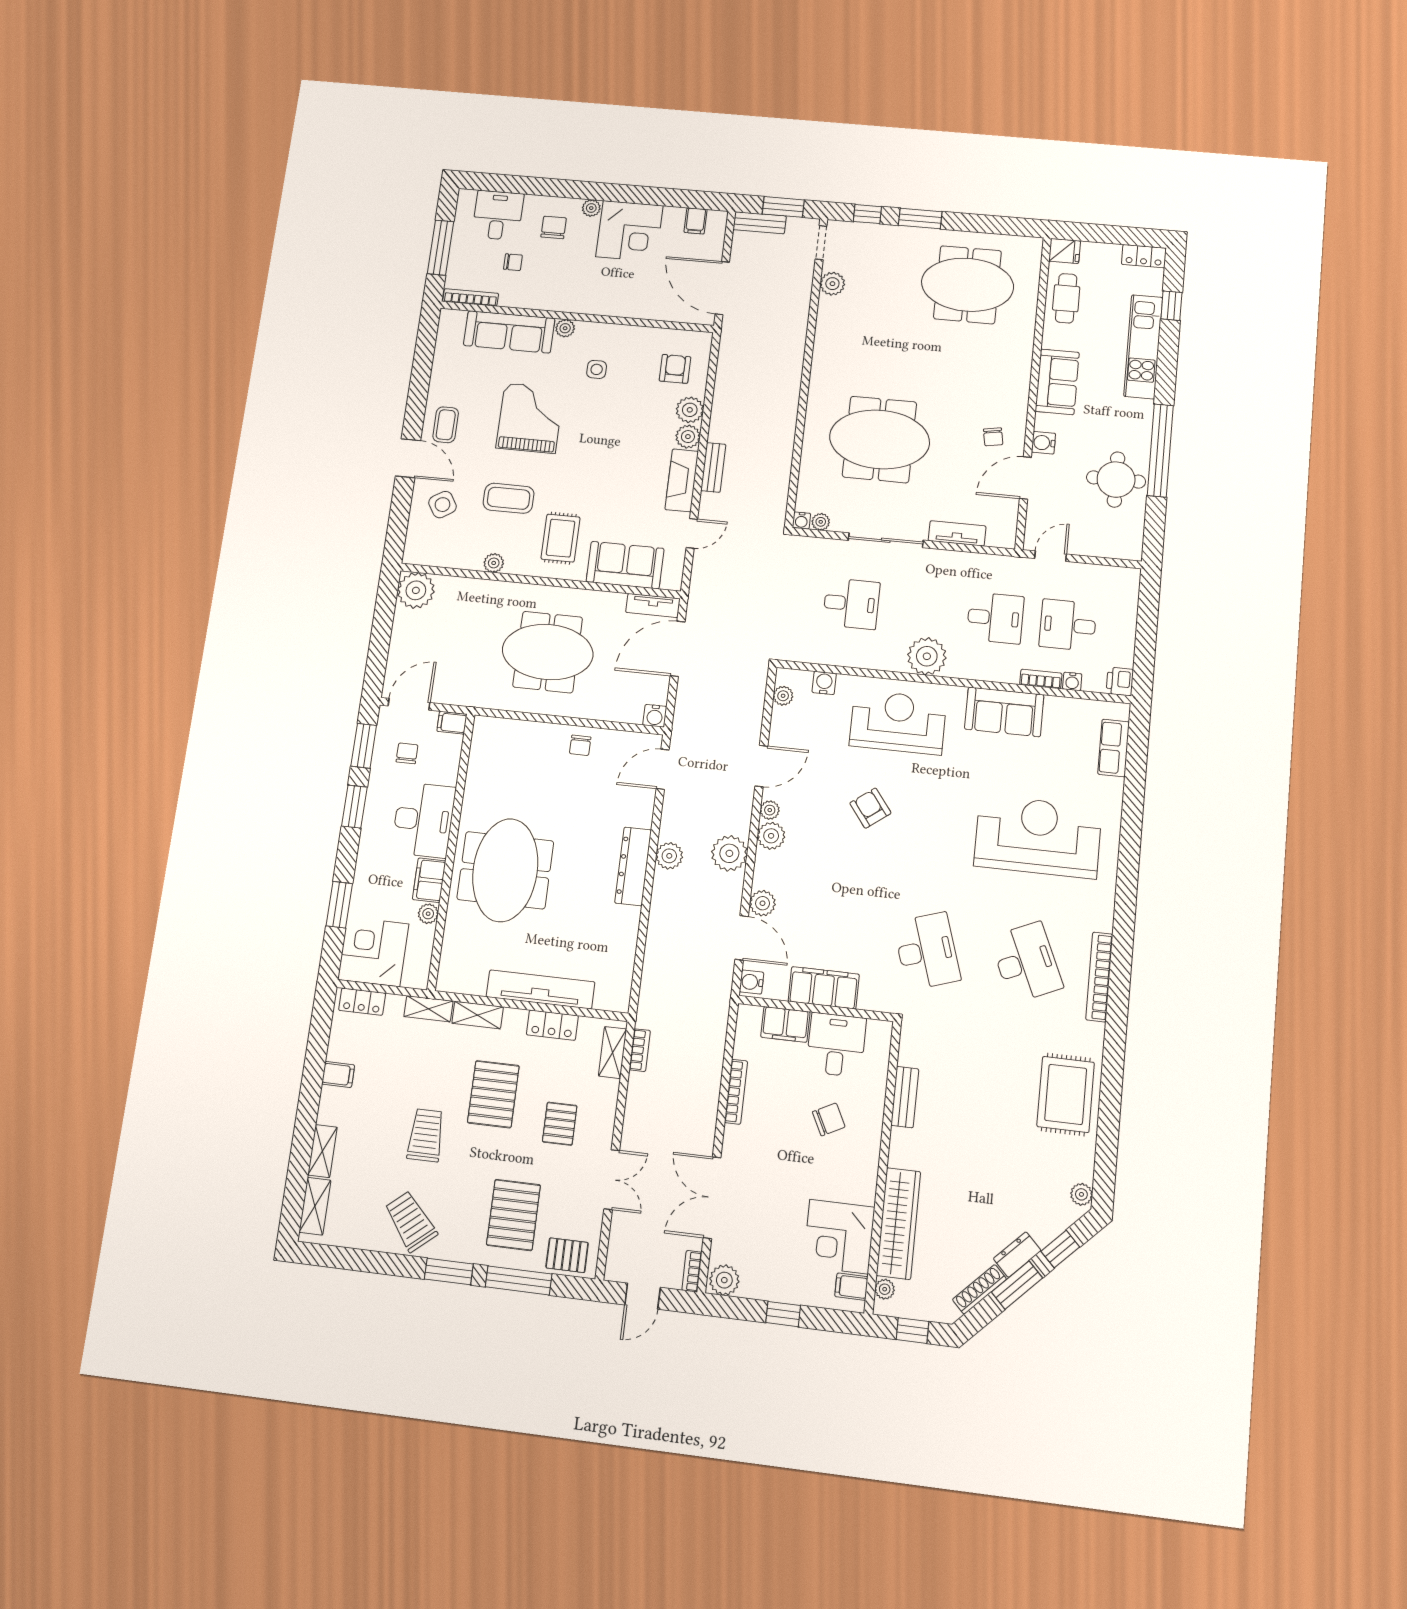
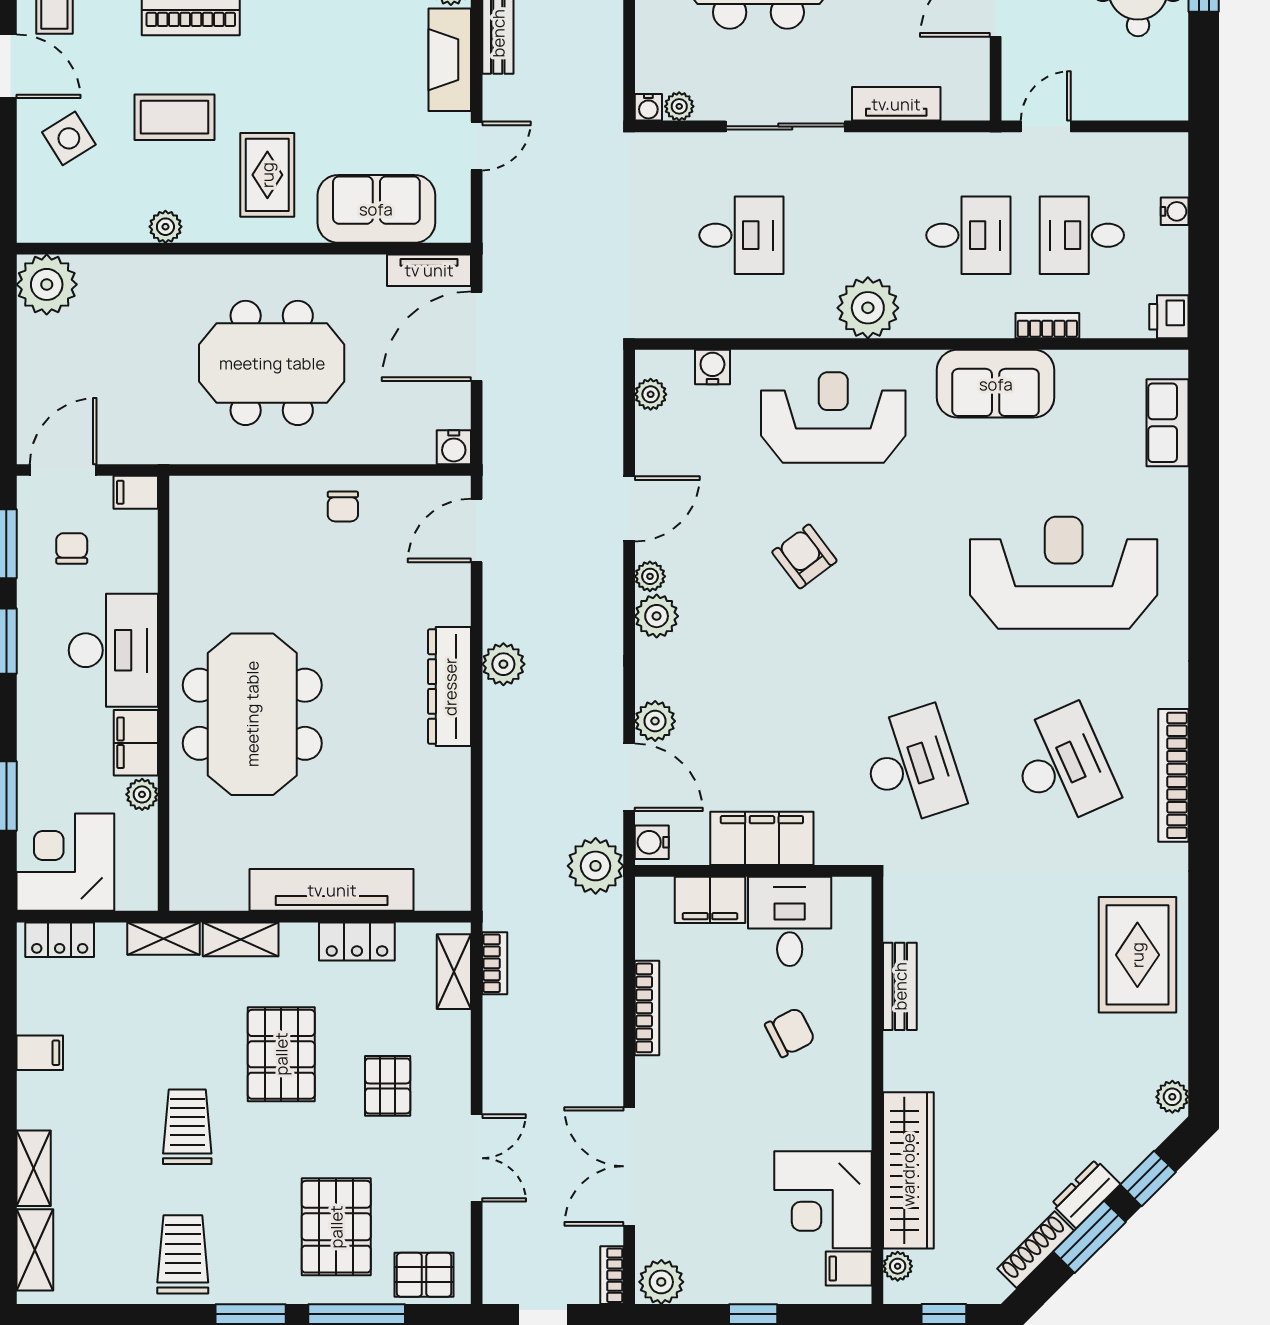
water cooler: (1072, 681) -> (1175, 211), moved, turned -90
plant: (729, 853) -> (596, 866), moved
trolley: (411, 1221) -> (183, 1254), turned 40

